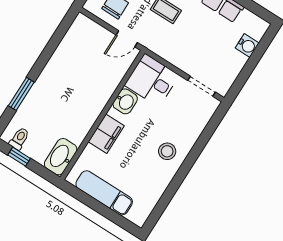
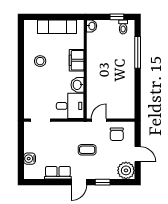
window: (21, 94) -> (138, 52), width x1.44
stool: (167, 151) -> (40, 61), moved
washbasin: (61, 157) -> (92, 26), width x0.52, depth x0.69

